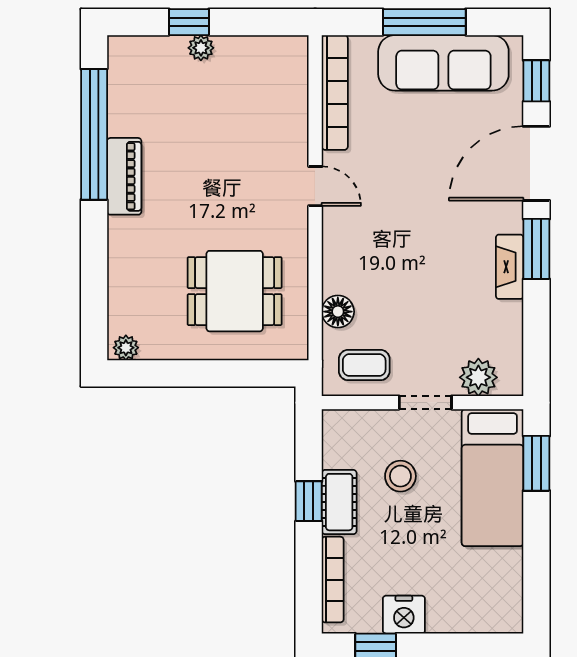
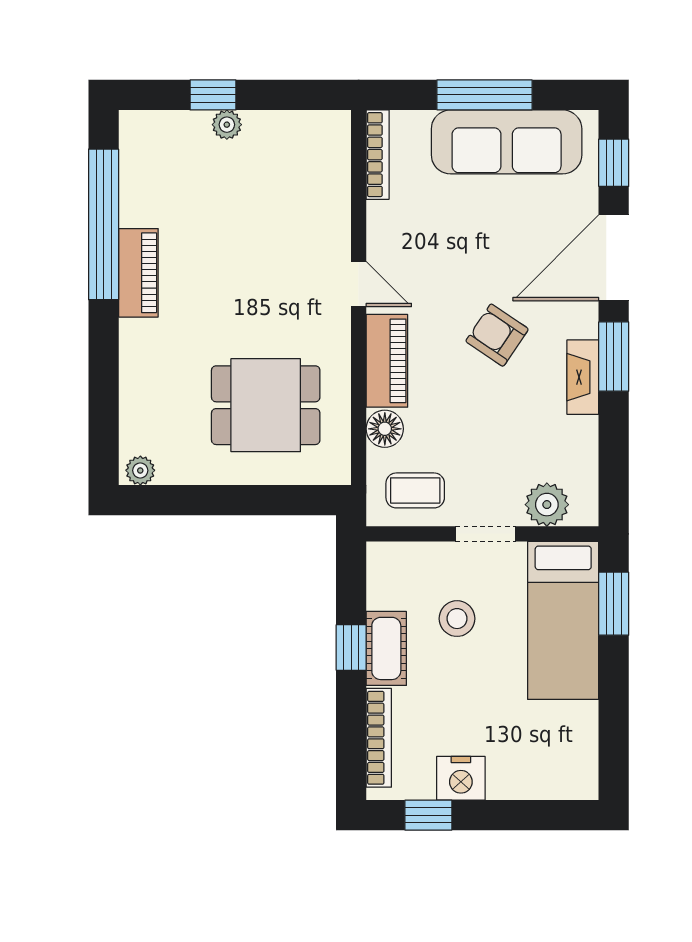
bookcase: (335, 92) -> (378, 155), width x0.68, depth x0.76
armchair: (435, 230) -> (497, 335), added
piano: (340, 253) -> (387, 361), added

